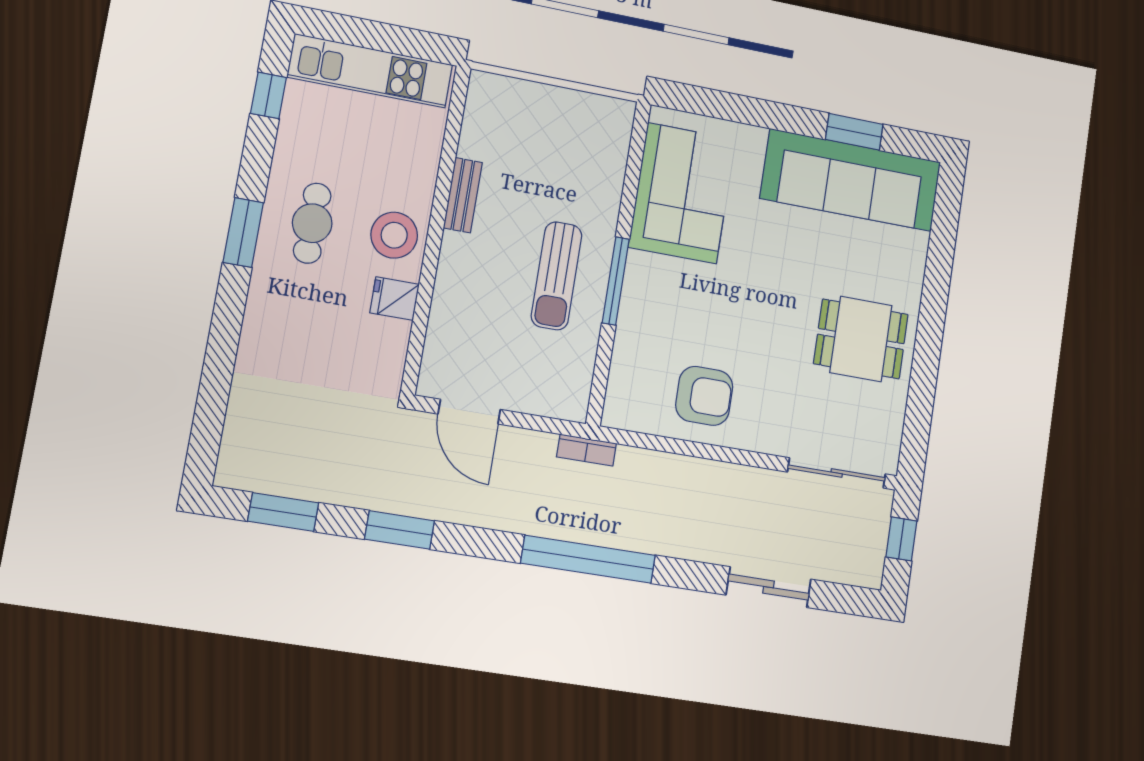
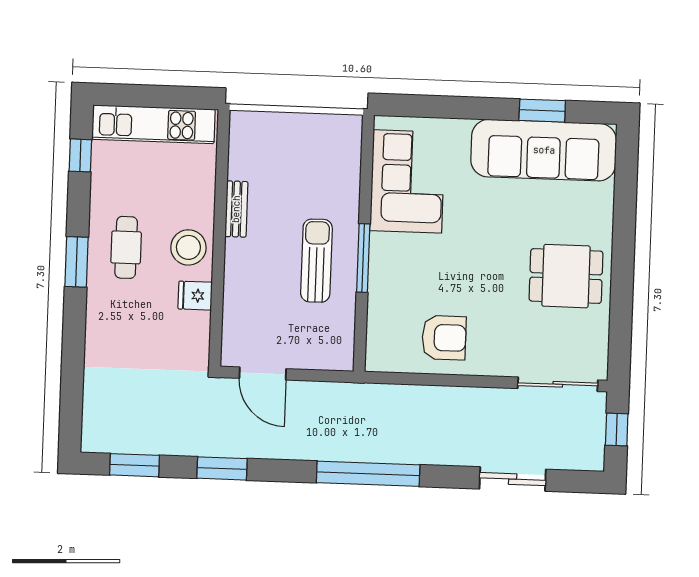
sun lounger: (557, 276) -> (316, 261), turned 180
bookcase: (586, 450) -> (356, 391), removed

